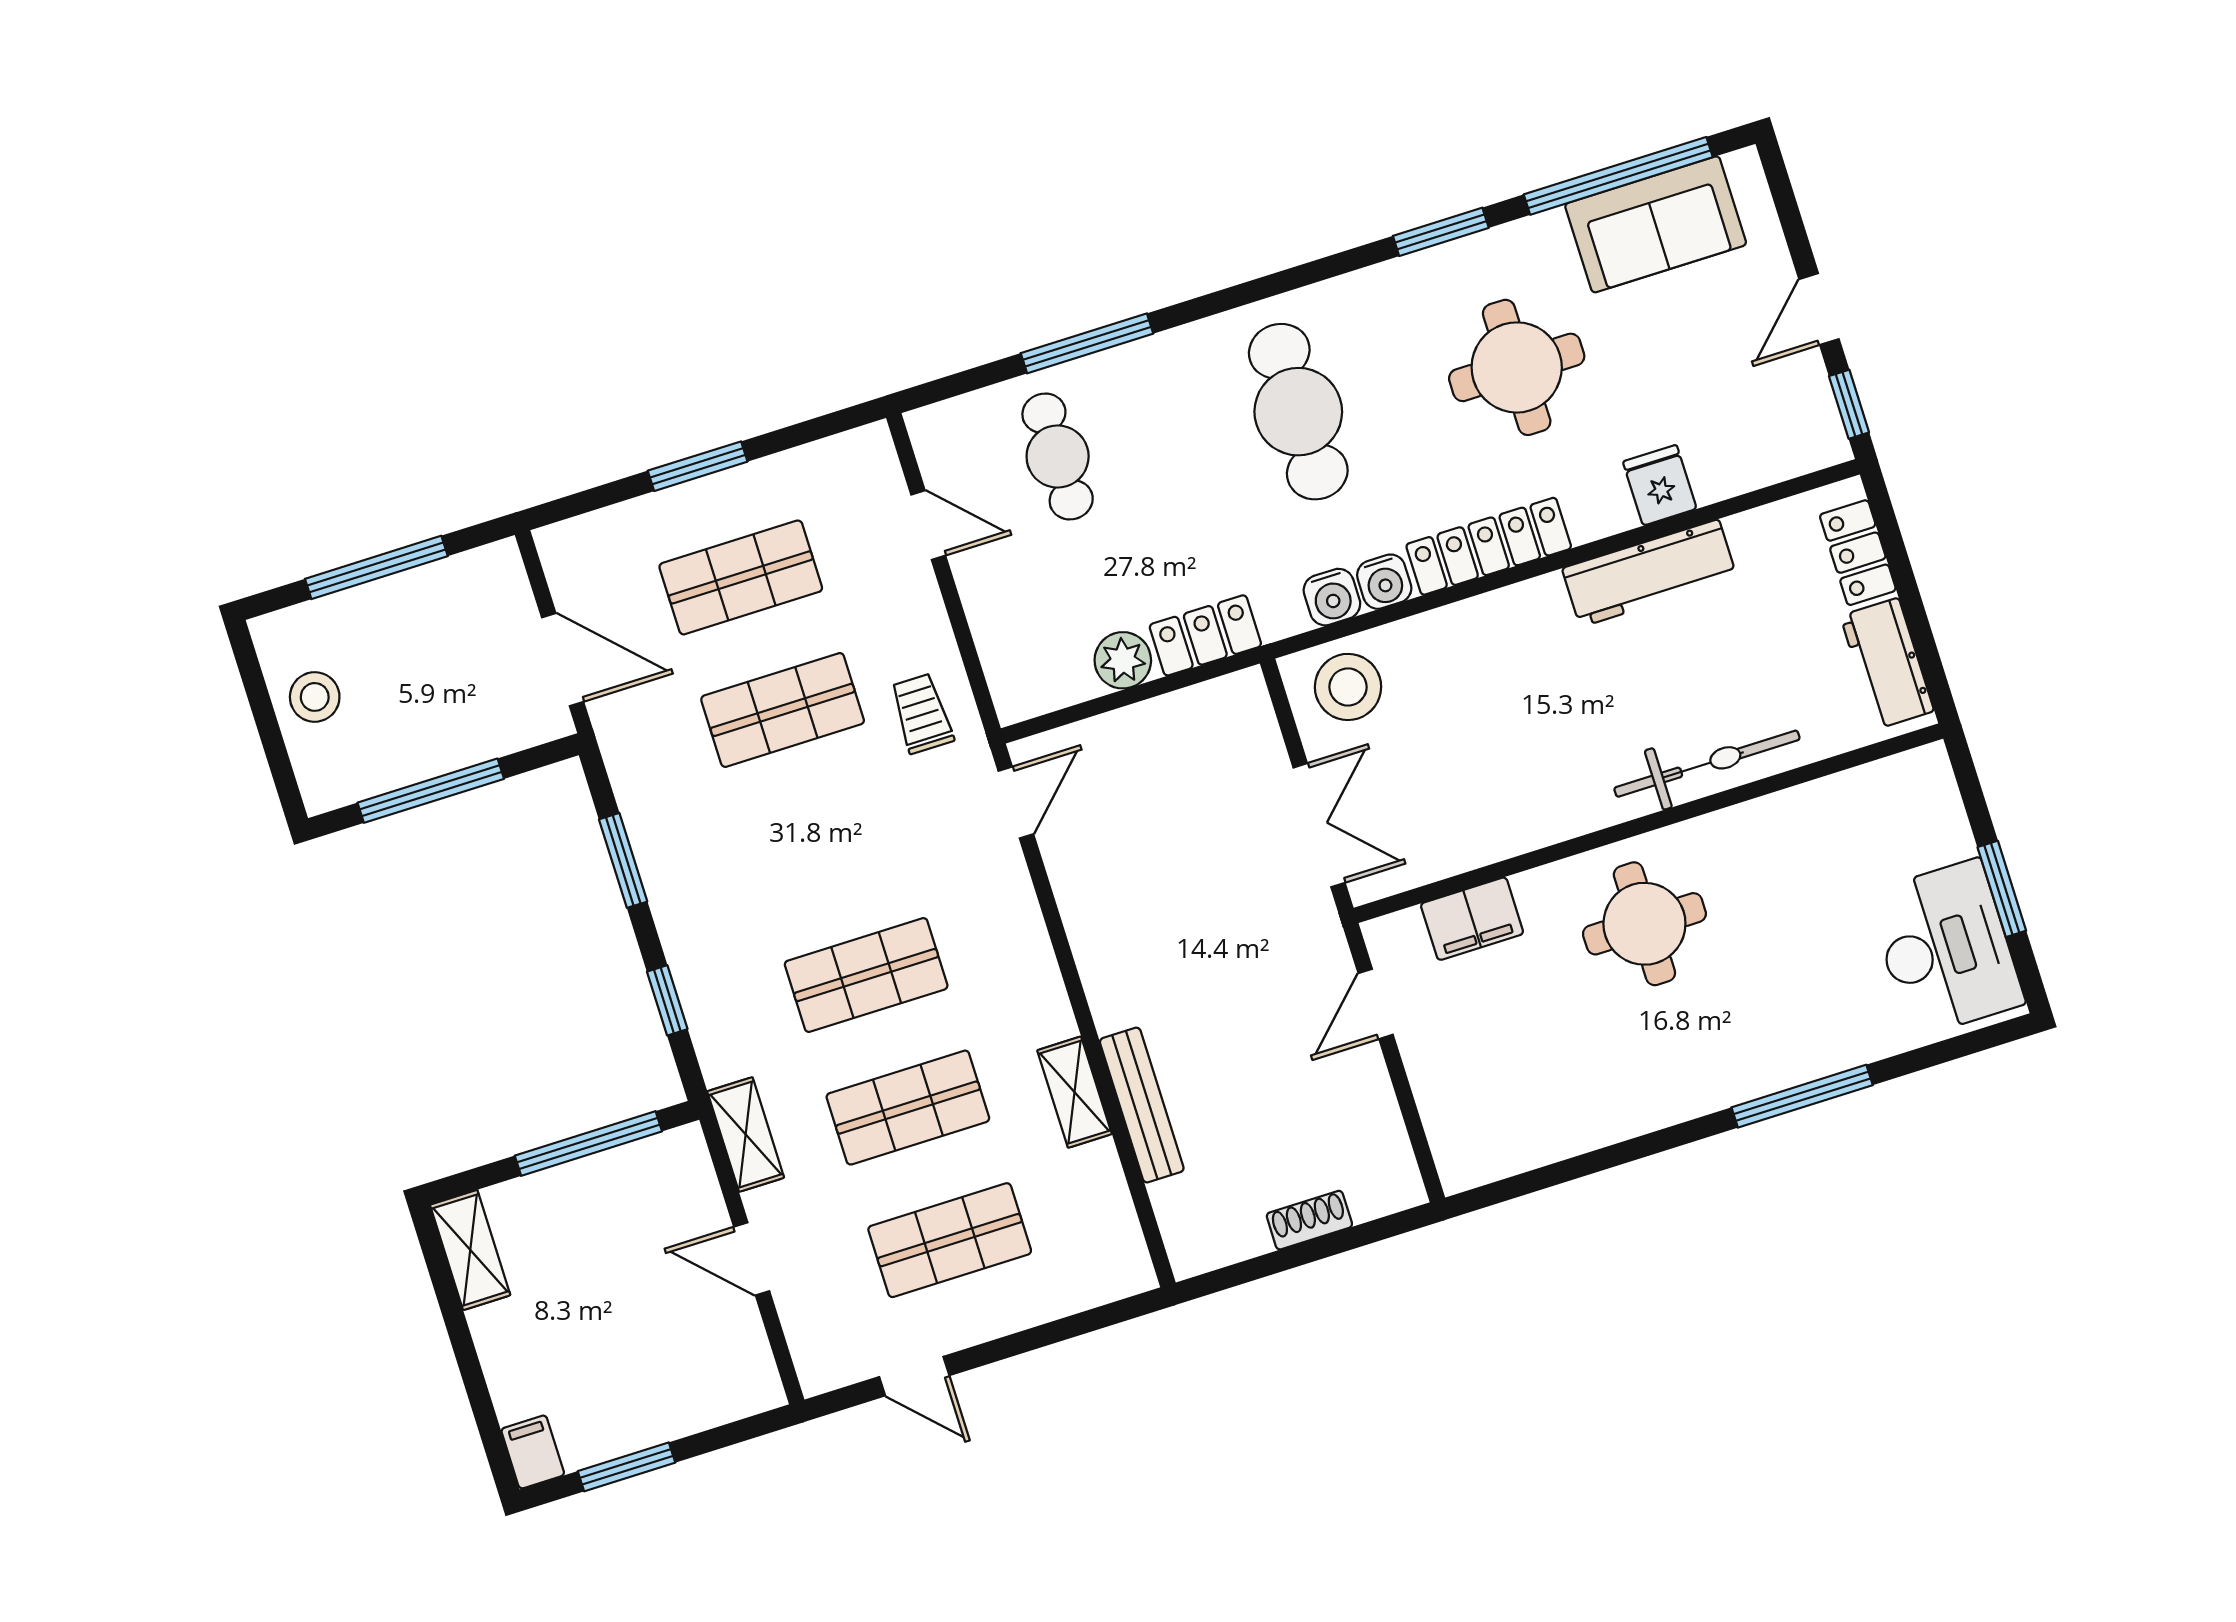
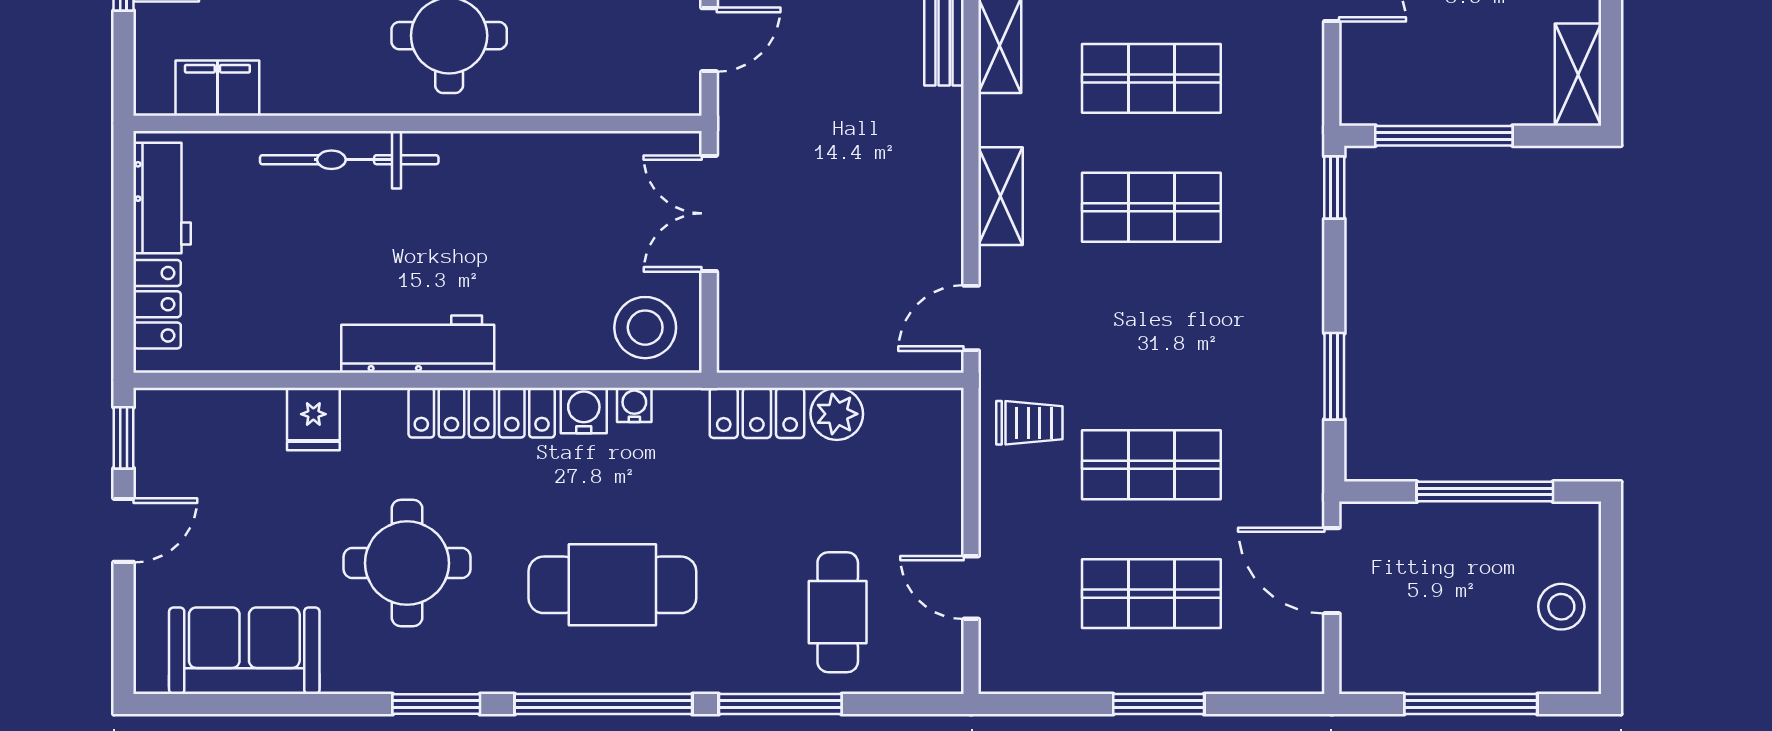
window: (1618, 176) -> (603, 704), moved
cafe table: (1298, 412) -> (612, 585), turned 90
workbench: (1649, 573) -> (418, 344), moved
water cooler: (1332, 597) -> (634, 405), width x0.72, depth x0.72
trolley: (922, 714) -> (1029, 423), turned -90
filing cabinet: (1472, 919) -> (217, 88), moved
window: (667, 1000) -> (1334, 188), moved
shelving: (746, 1135) -> (1001, 196), moved

